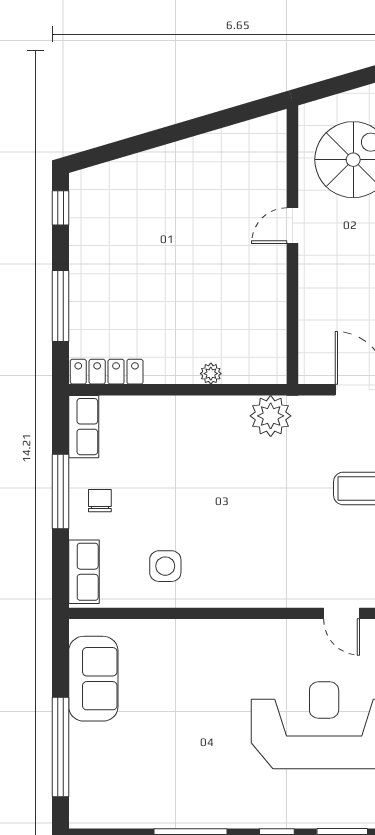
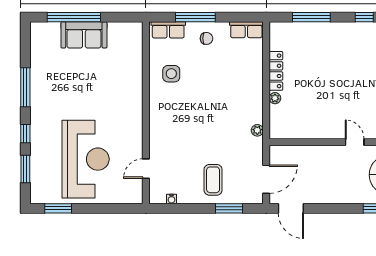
locker: (107, 372) -> (276, 71), moved
plant: (271, 416) -> (257, 130), width x0.53, depth x0.53
window: (60, 491) -> (195, 17), moved
sofa: (93, 679) -> (84, 35), moved

